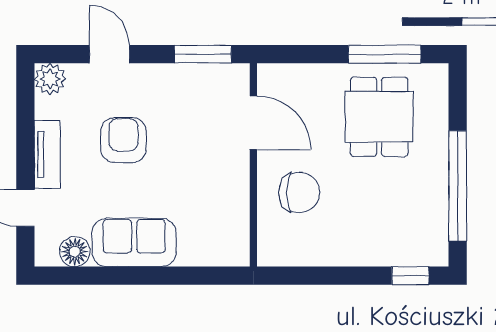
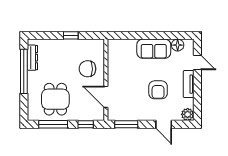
window: (304, 54) -> (86, 124), added
dresser: (436, 220) -> (32, 58), added
window: (410, 276) -> (71, 35), moved

